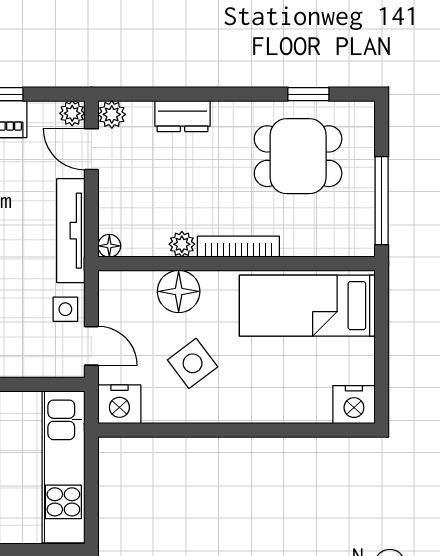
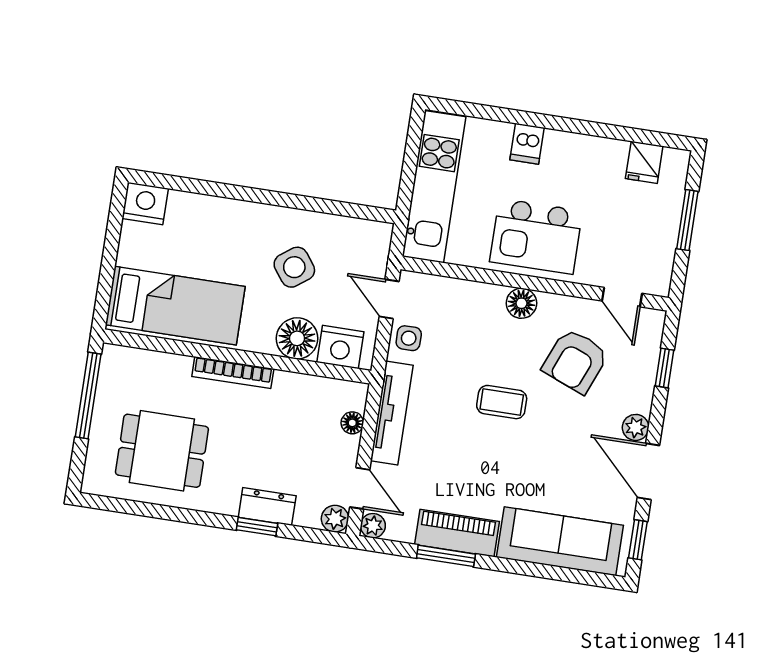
window: (308, 94) -> (257, 527), moved
plant: (182, 244) -> (287, 383), removed
floor lamp: (109, 246) -> (352, 423), moved
nightstand: (119, 404) -> (340, 347), moved, turned 180

